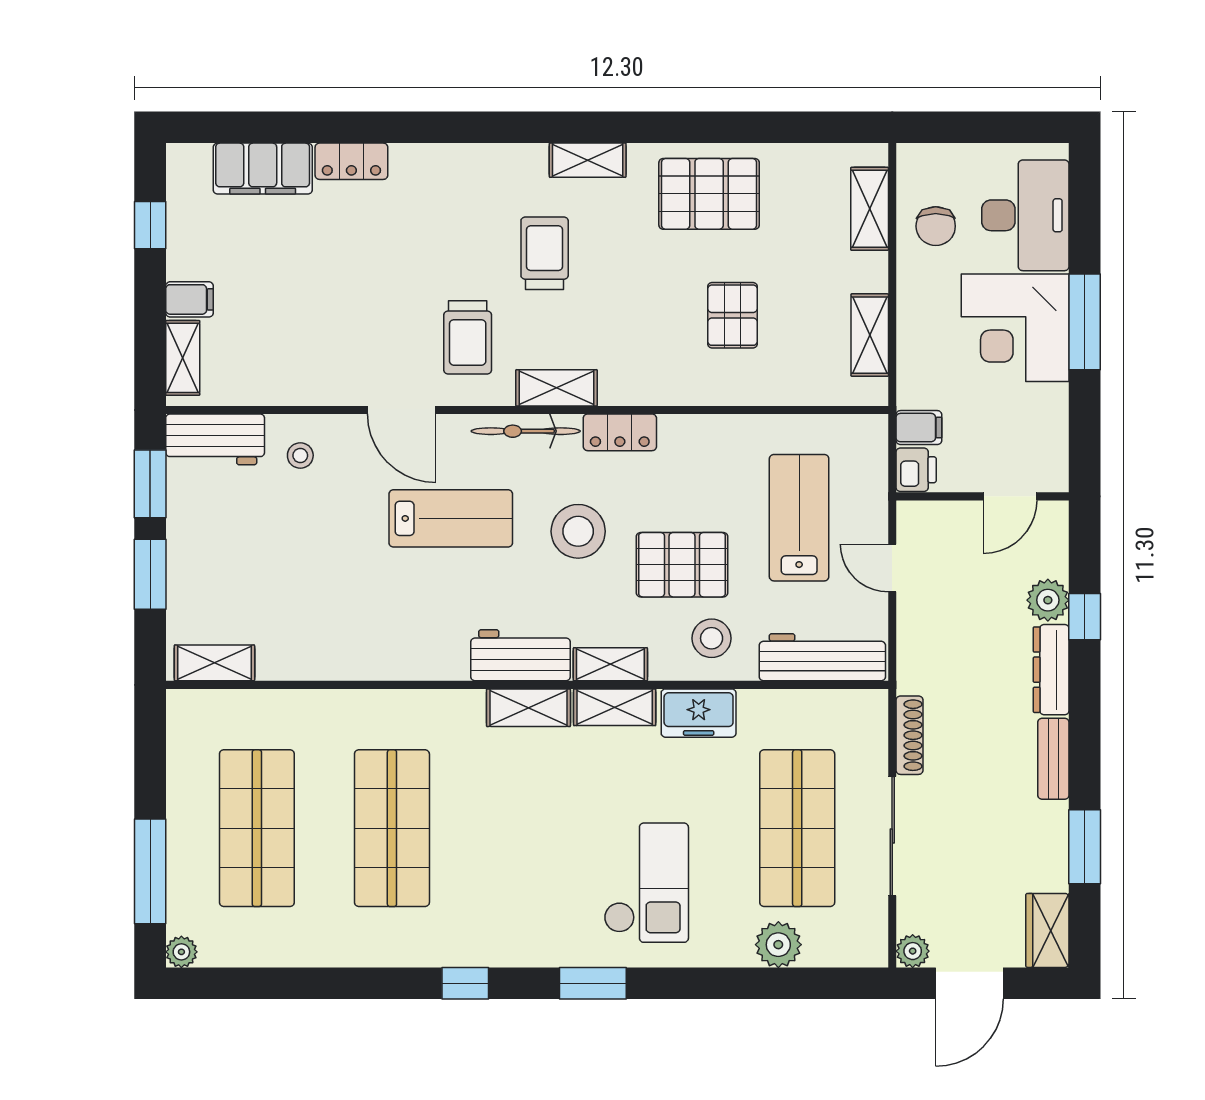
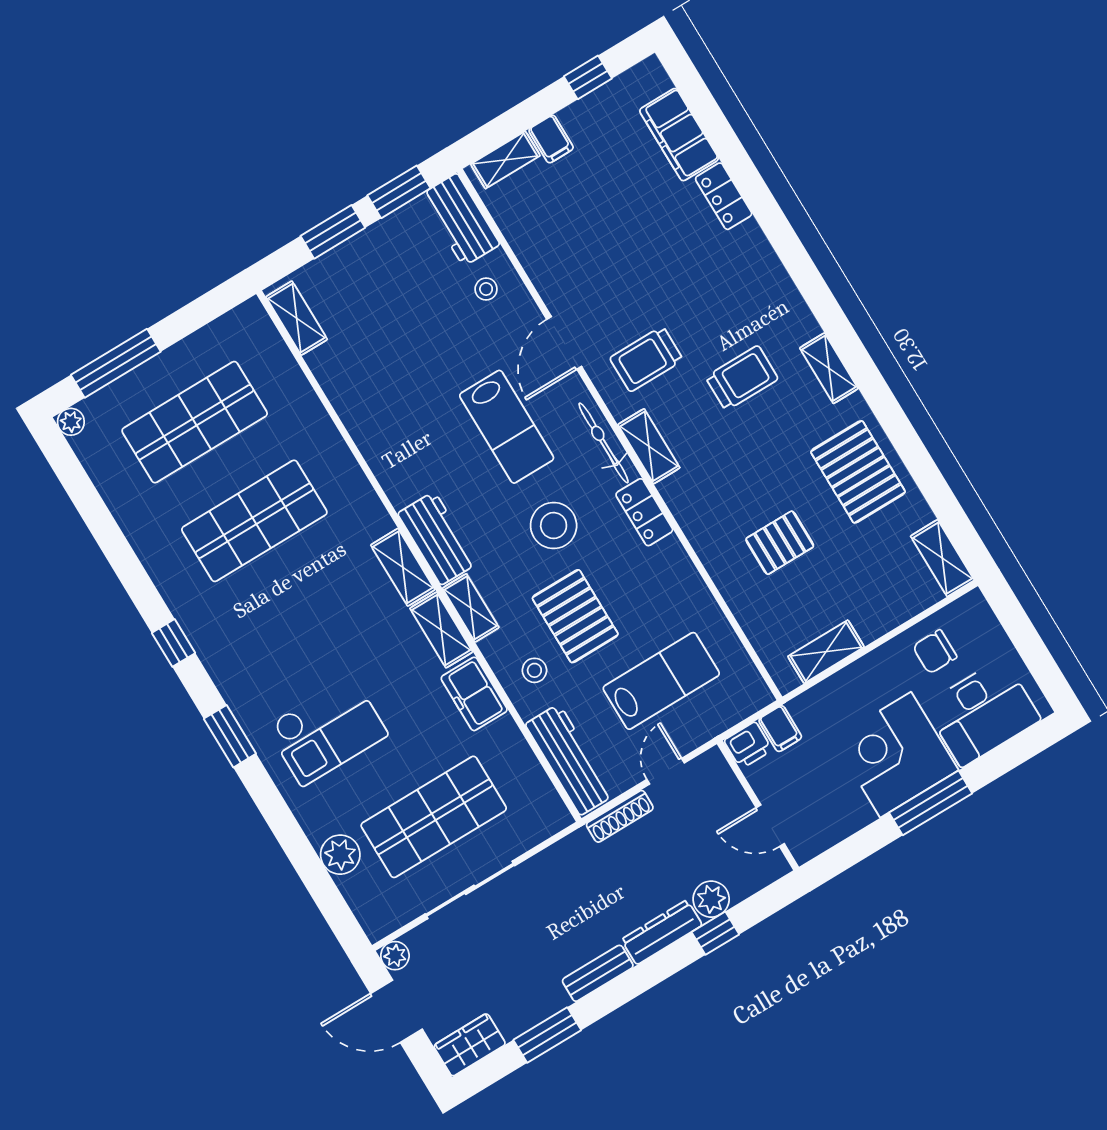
shelving: (870, 209) -> (942, 558), moved, turned 90
stool: (712, 638) -> (534, 670), width x0.73, depth x0.73
shoe rack: (910, 735) -> (620, 816), moved

